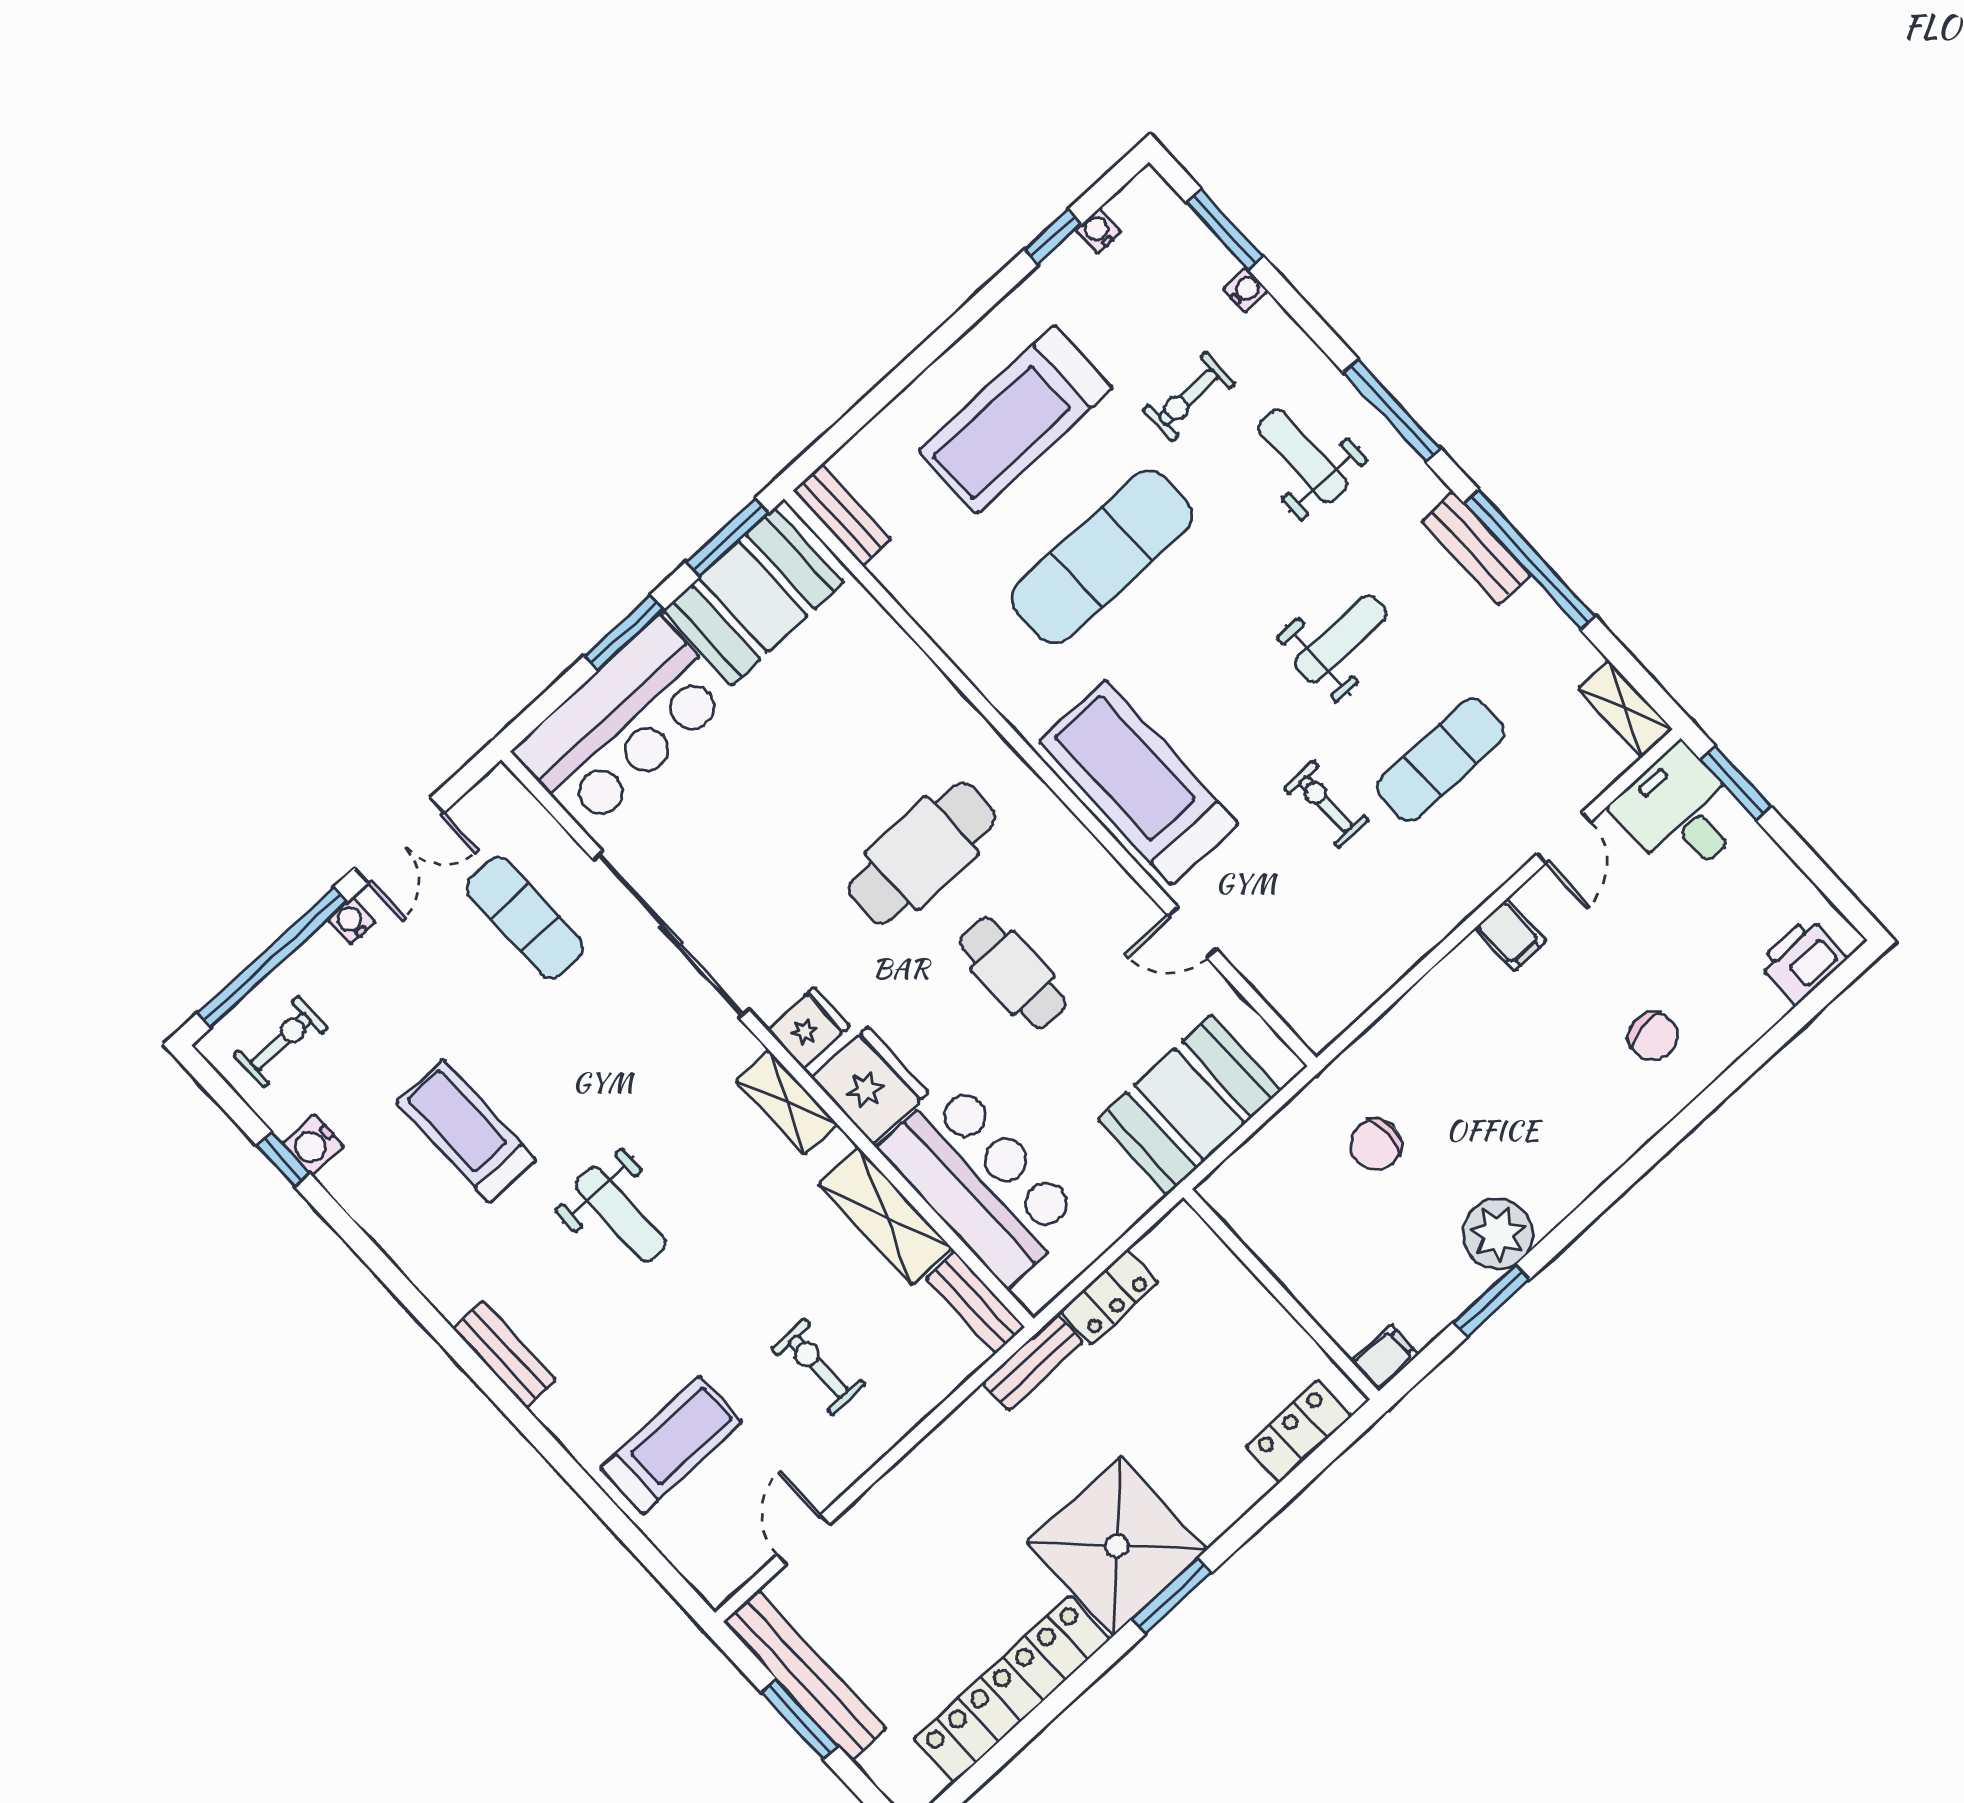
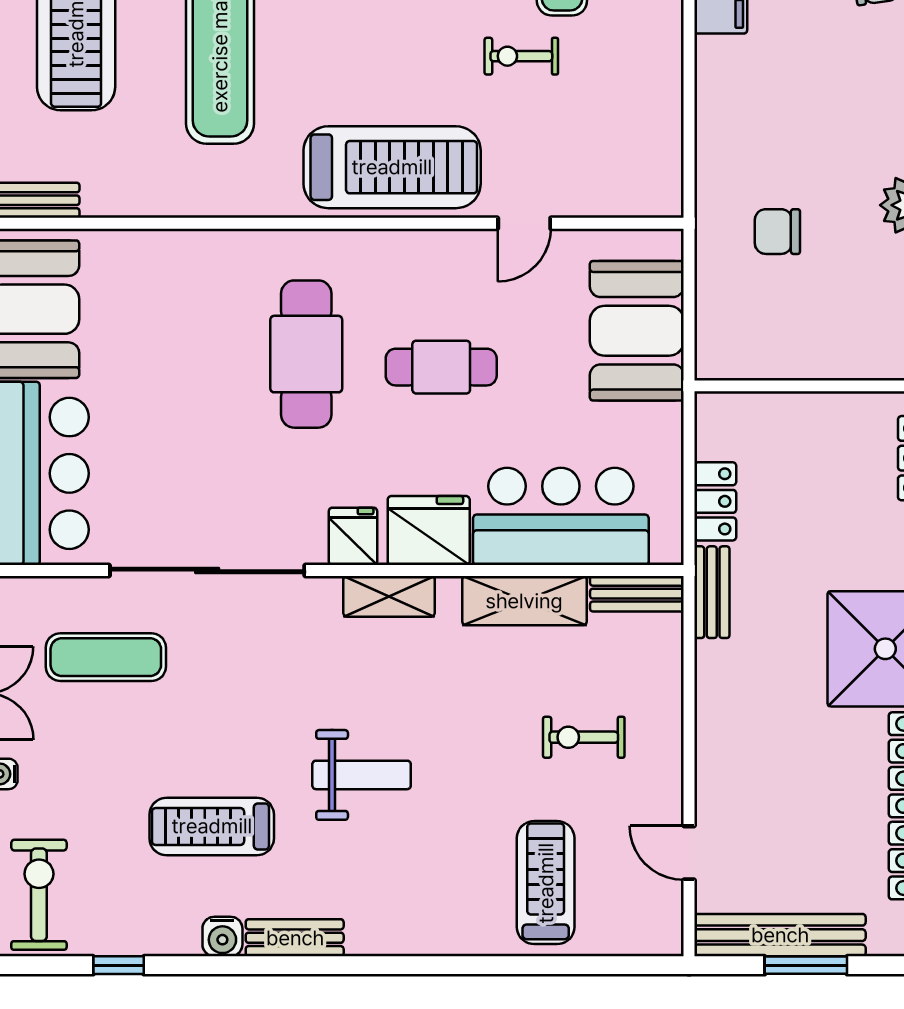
treadmill: (1139, 782) -> (392, 167), turned 180
exercise bike: (281, 1042) -> (39, 895), width x1.38, depth x1.39
water cooler: (313, 1145) -> (222, 937), moved
chair: (1376, 1145) -> (777, 232), turned 90
bench: (505, 1354) -> (295, 938), moved

